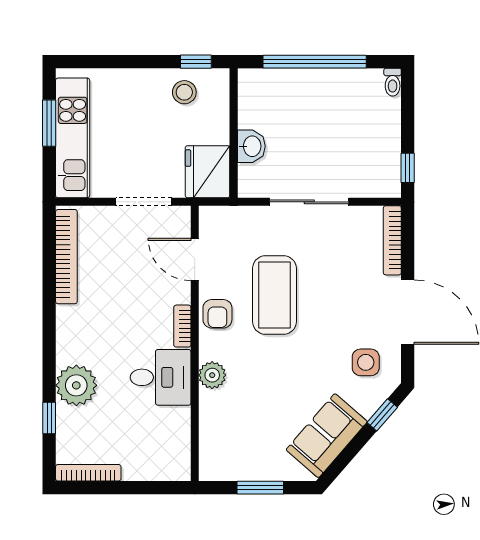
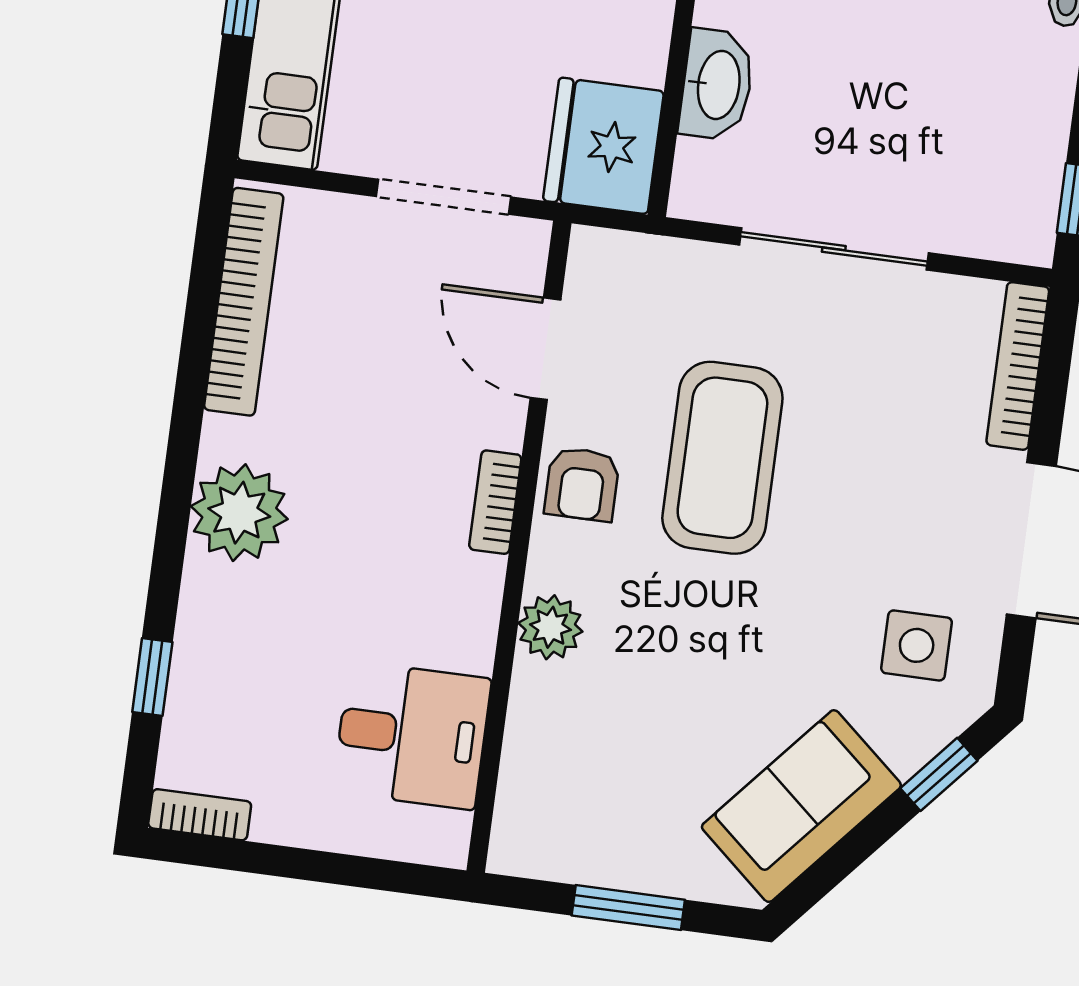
washbasin: (251, 146) -> (717, 85), width x1.38
desk: (161, 377) -> (412, 735), moved
plant: (76, 385) -> (239, 513), moved
bookcase: (88, 473) -> (200, 815), width x0.64

